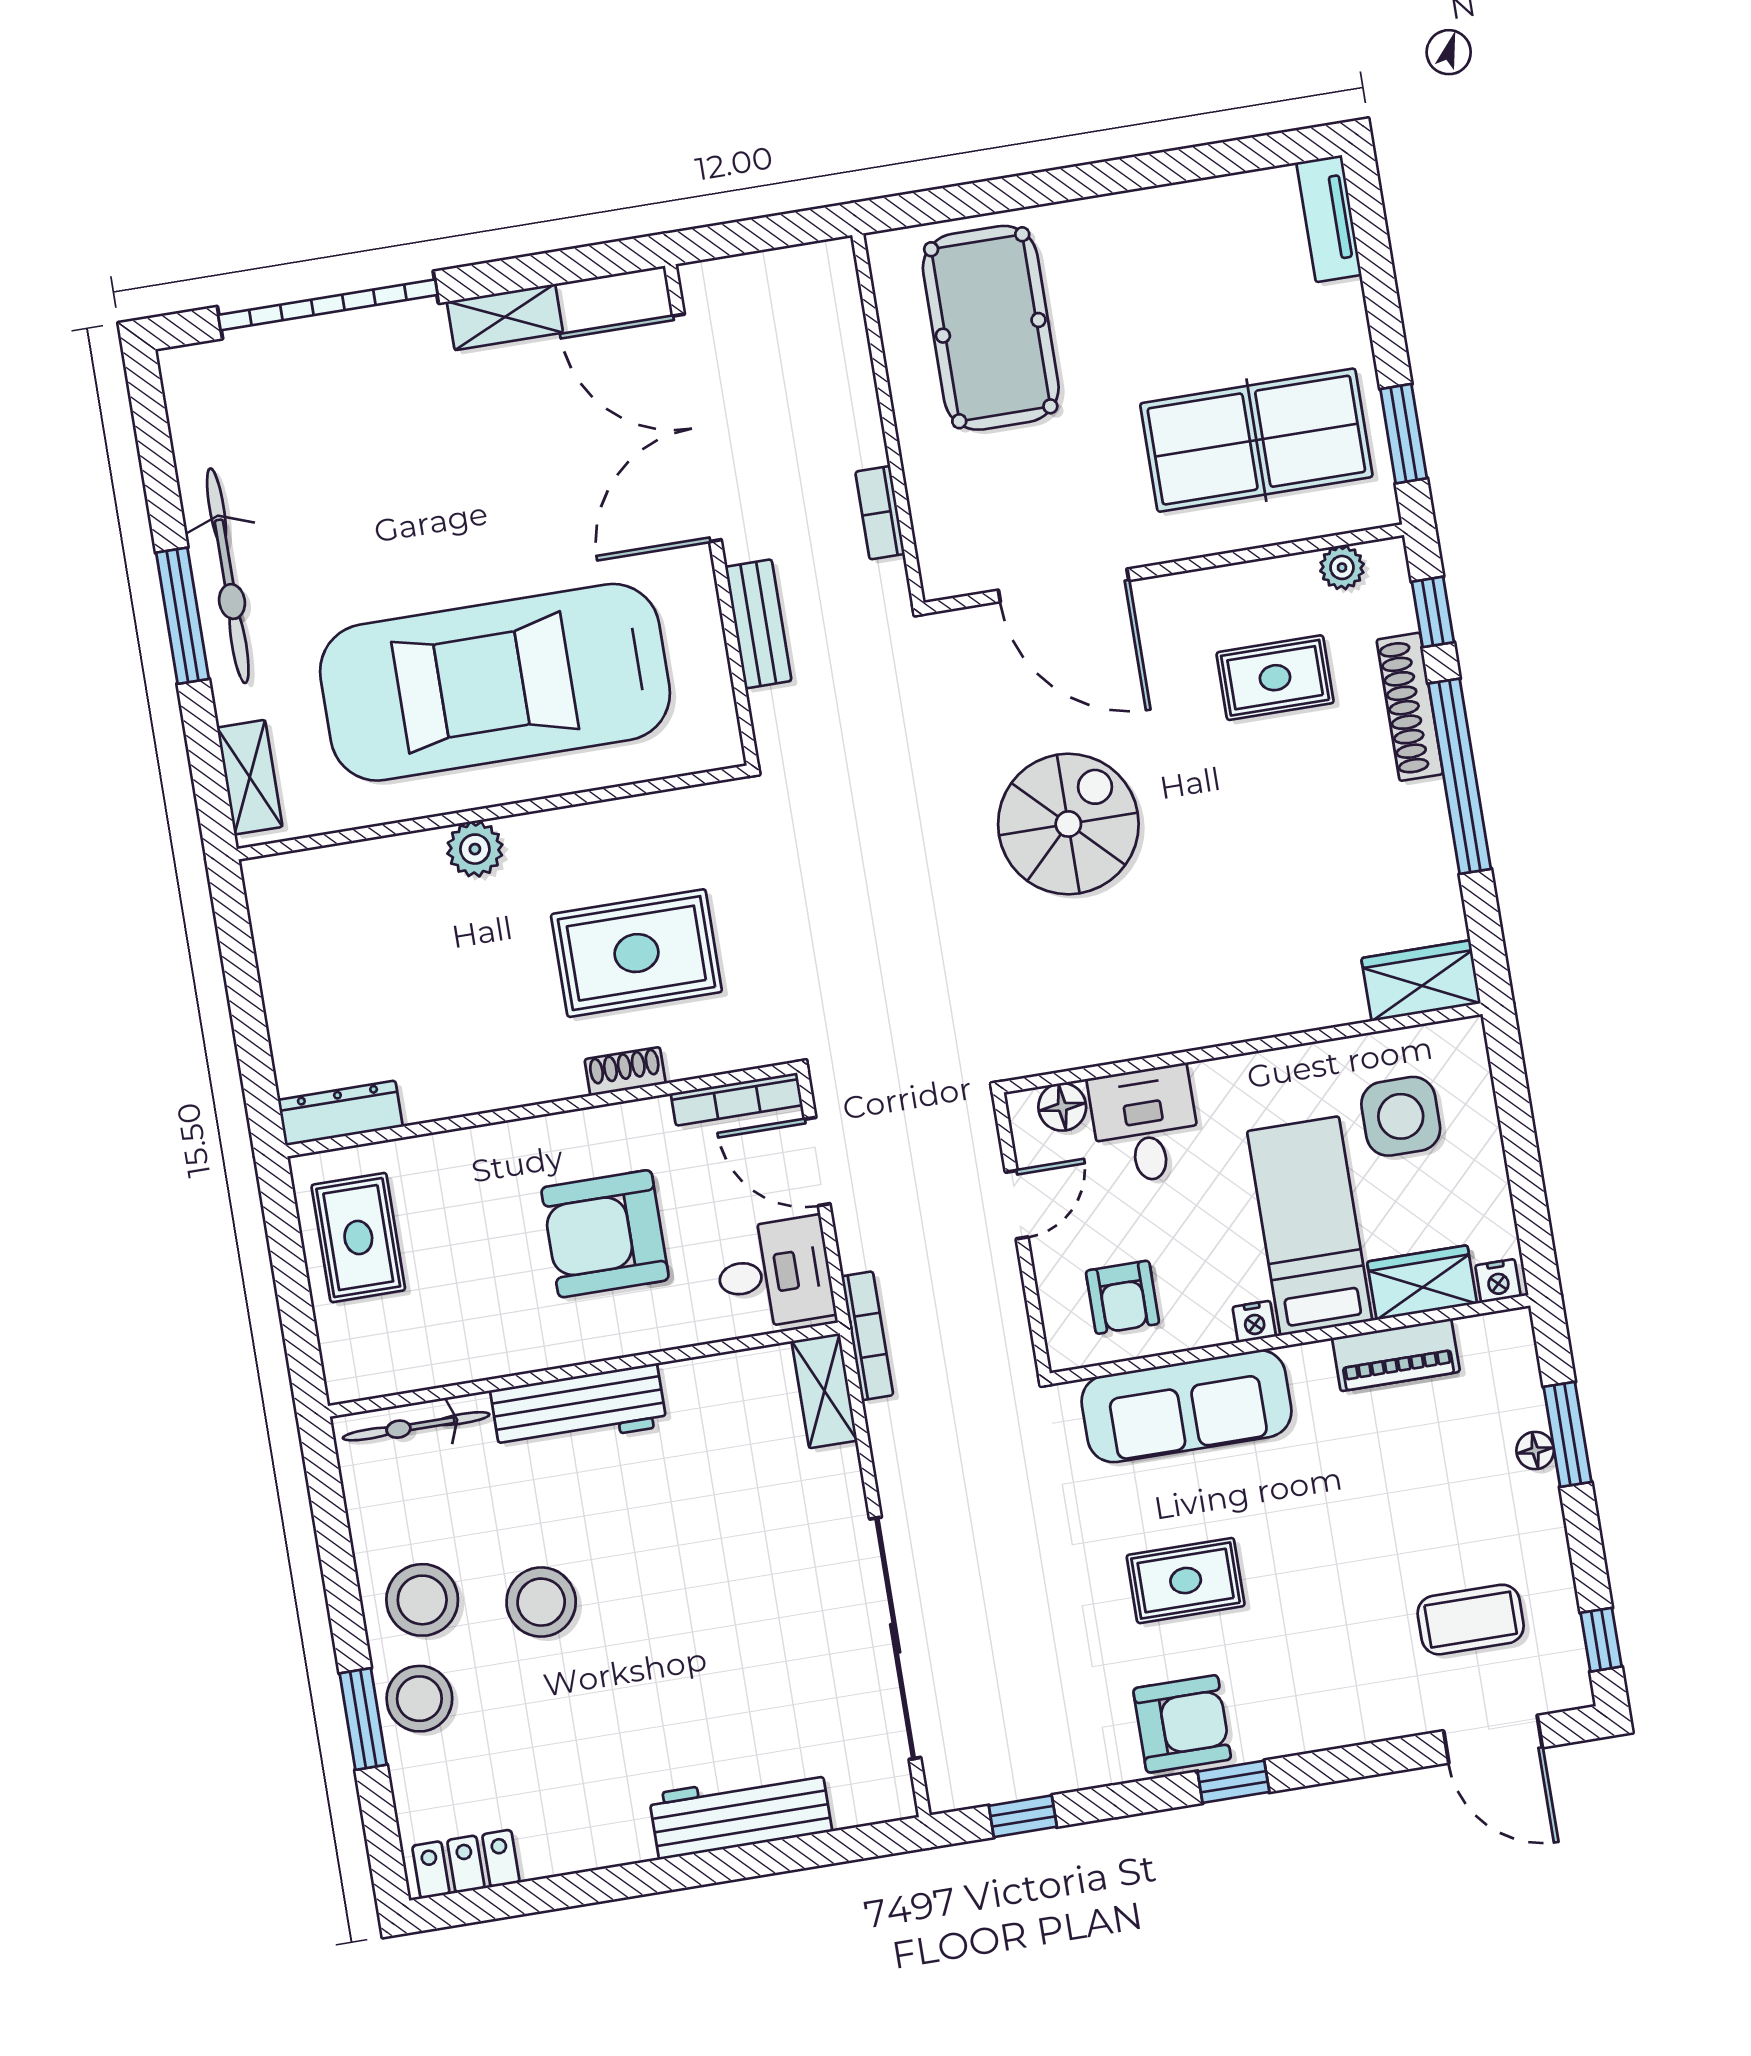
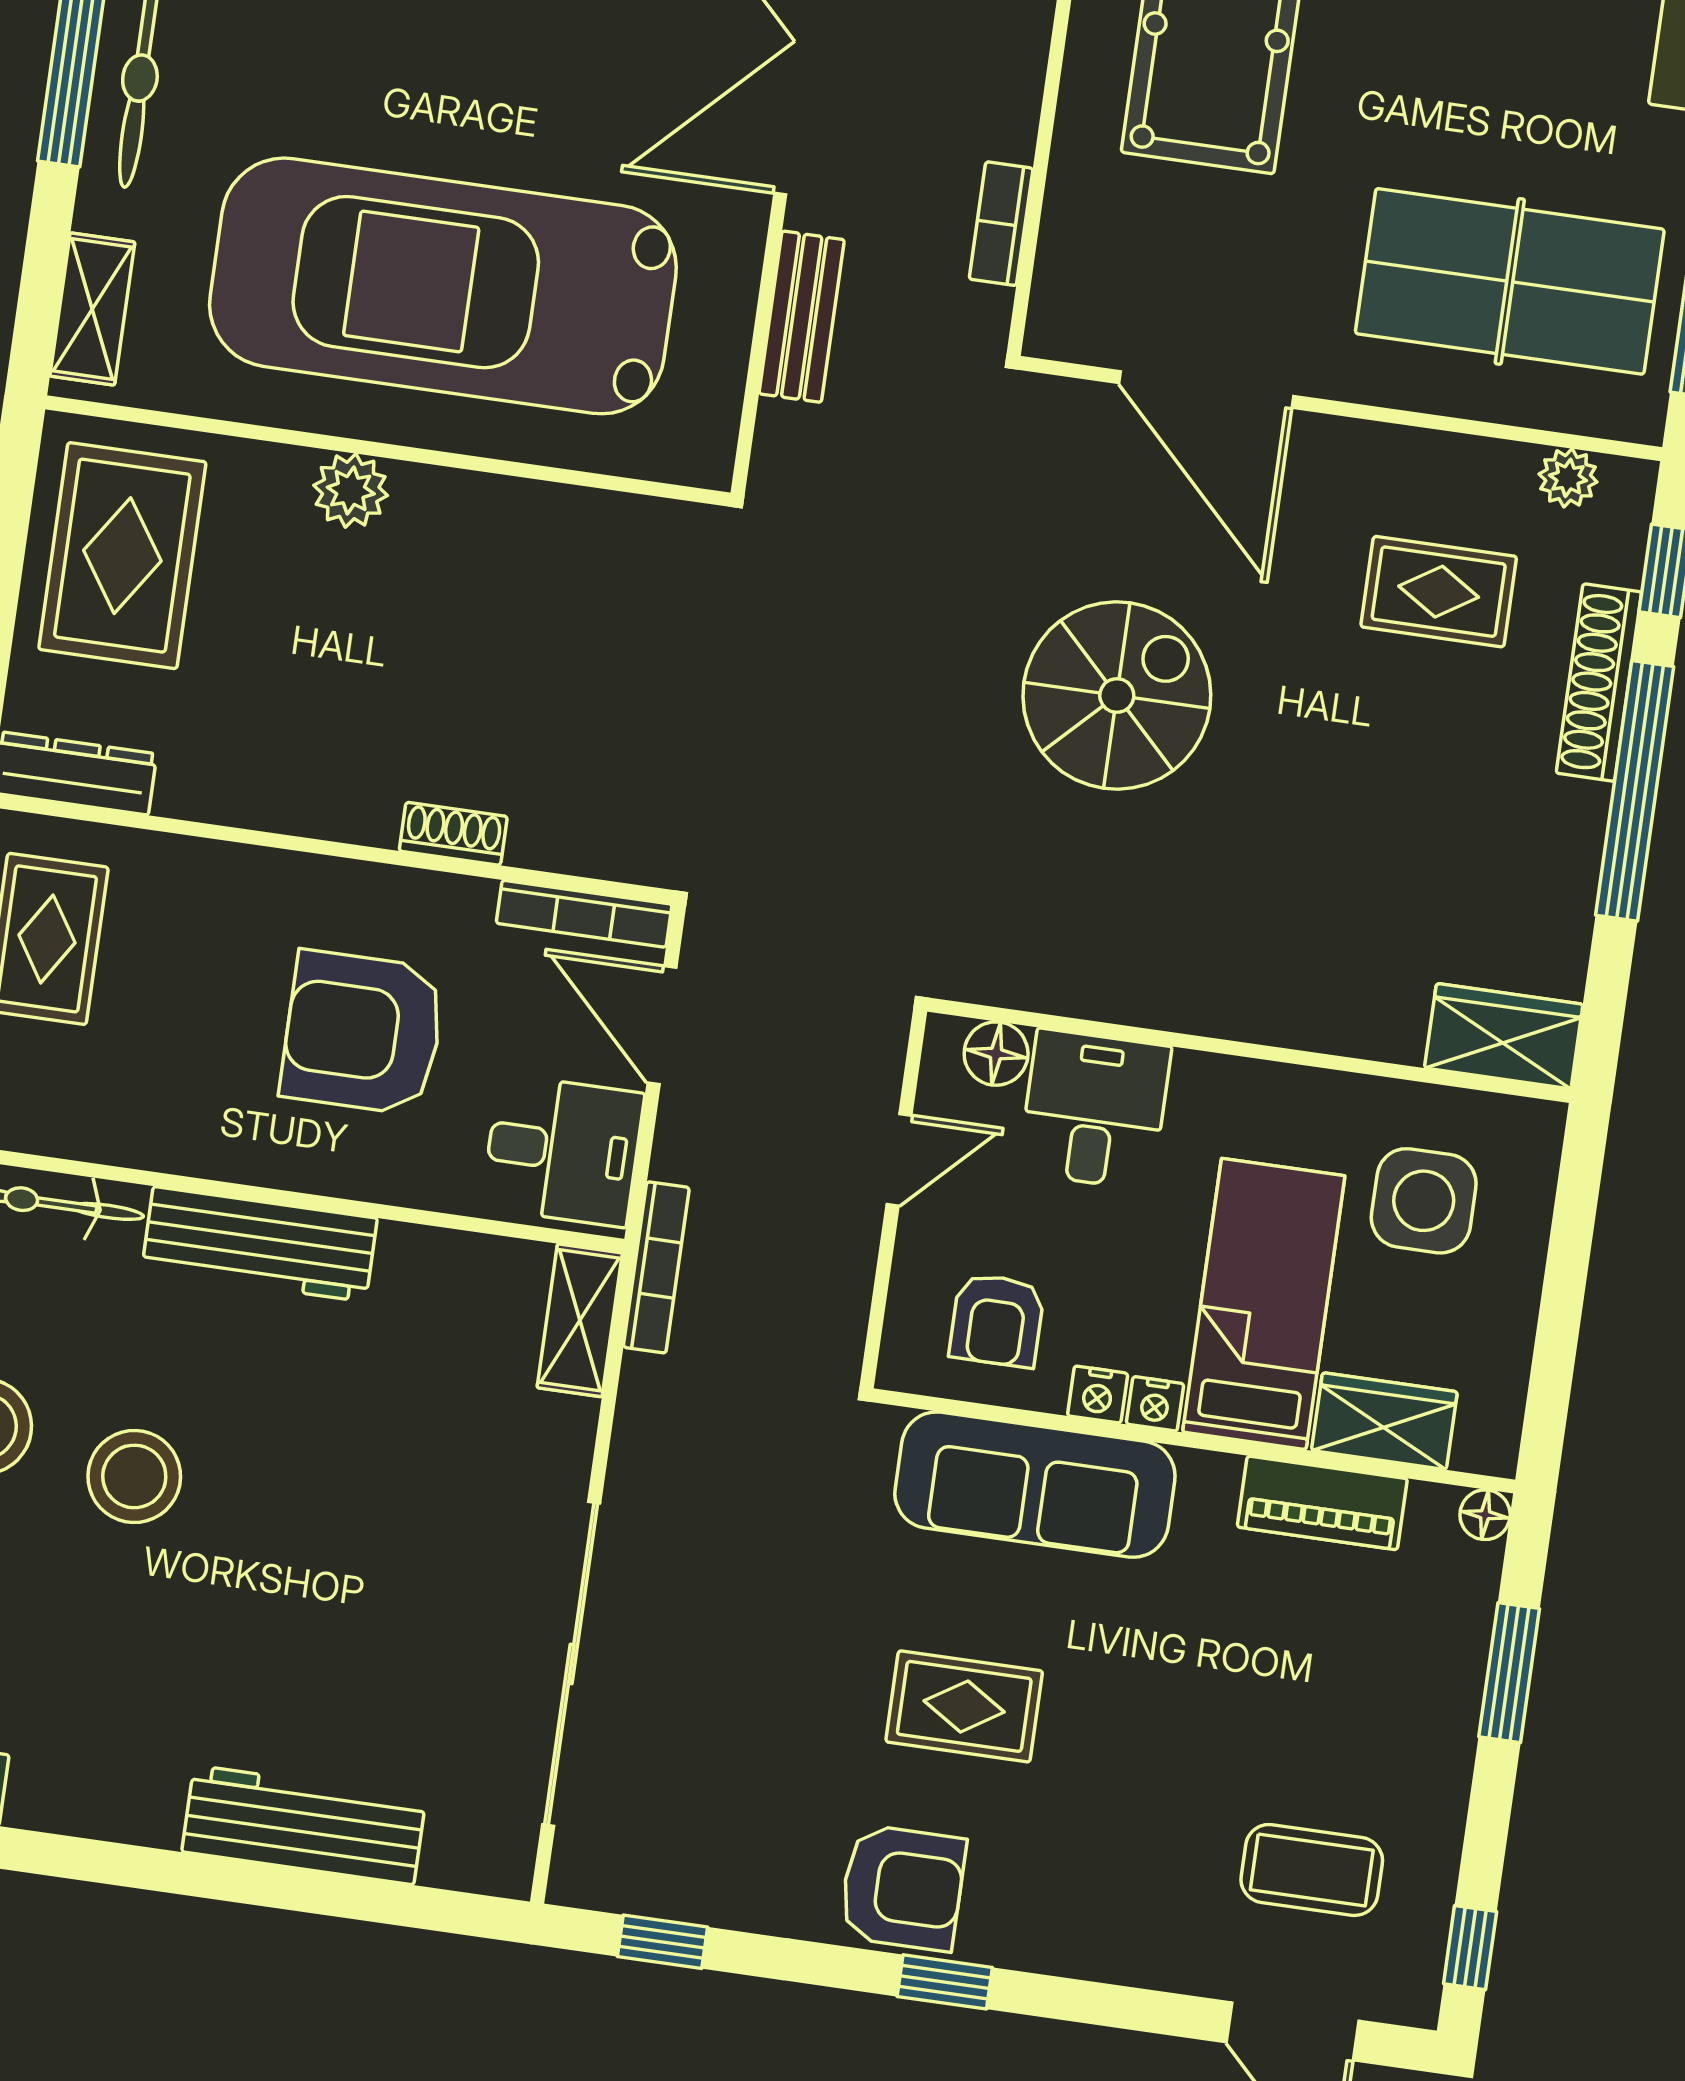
rug: (636, 953) -> (122, 556), moved, turned 90
nightstand: (1498, 1281) -> (1098, 1395), moved
floor lamp: (1535, 1451) -> (1485, 1515), moved

